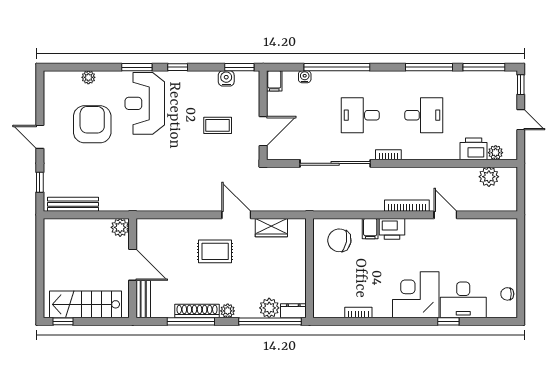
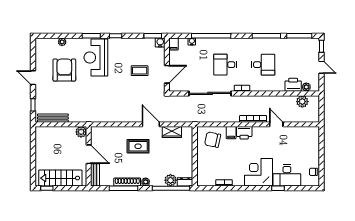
water cooler: (226, 78) -> (160, 43), moved

